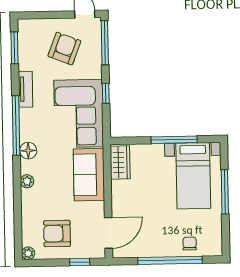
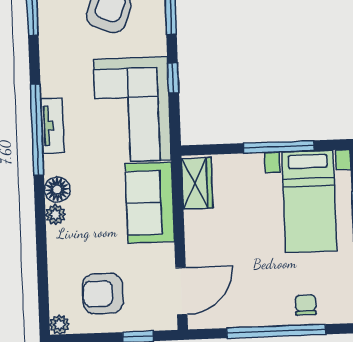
tv unit: (26, 89) -> (52, 126), moved
floor lamp: (28, 151) -> (57, 190), moved

